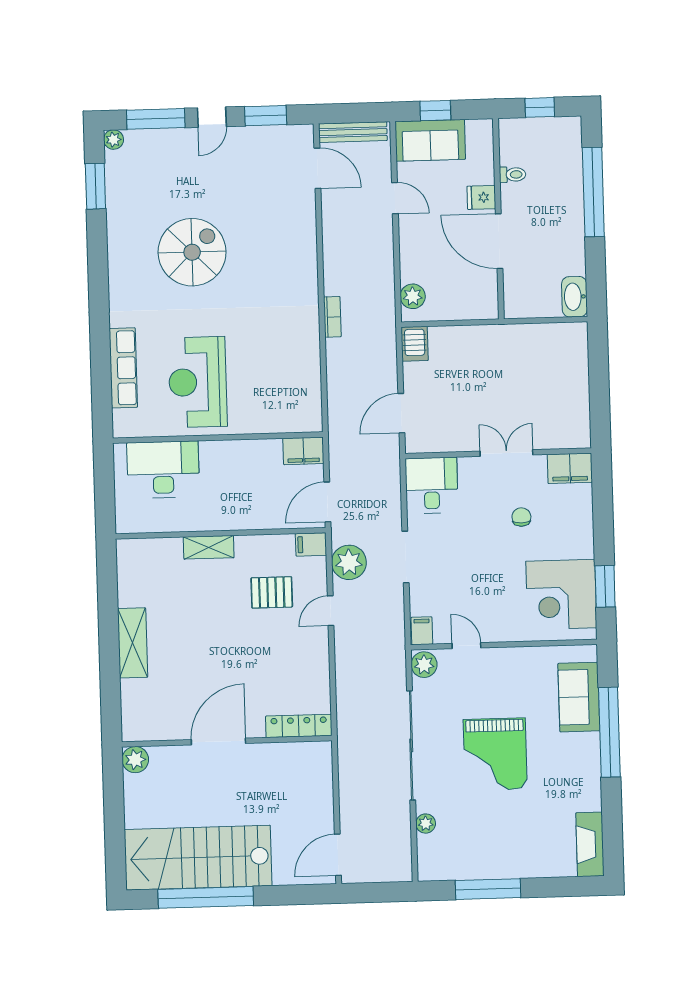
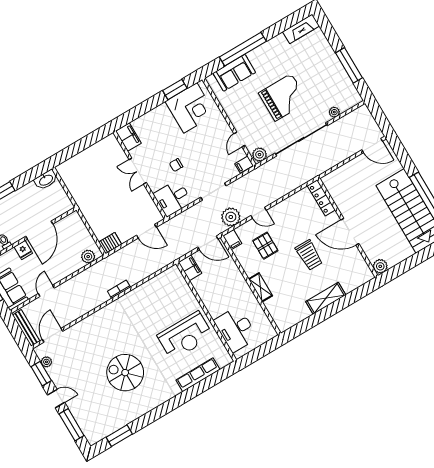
plant: (114, 140) -> (46, 362), moved
chair: (521, 517) -> (176, 165), moved
trolley: (217, 655) -> (309, 255), added

